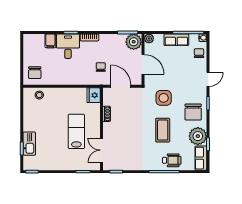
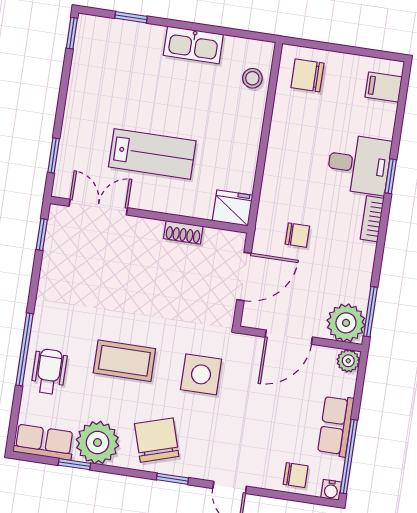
filing cabinet: (50, 41) -> (384, 87), moved
chair: (193, 112) -> (157, 440), turned 73
kitchen sink: (29, 144) -> (193, 45), moved
wheelchair: (172, 160) -> (49, 372), turned 180

